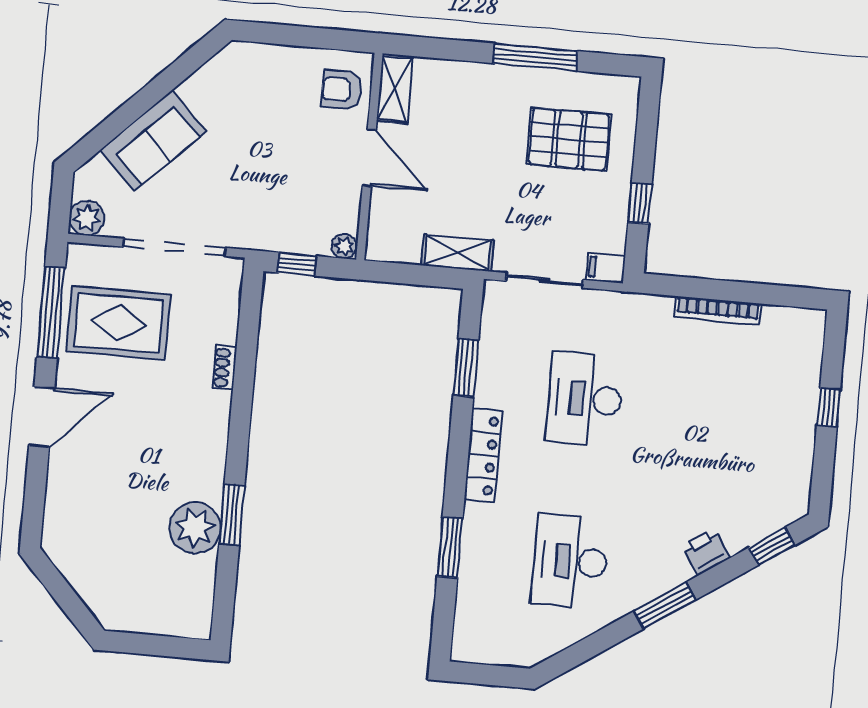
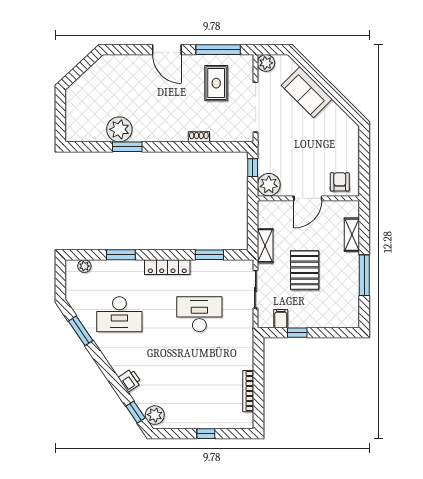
shelving: (395, 89) -> (352, 235), moved, turned 90
pallet: (569, 139) -> (305, 270), moved
plant: (344, 246) -> (269, 185), width x1.87, depth x1.87
filing cabinet: (606, 268) -> (281, 319), moved
bookcase: (718, 311) -> (248, 391), moved
rug: (119, 323) -> (216, 83), width x0.73, depth x0.70
plant: (781, 508) -> (155, 415), added
desk: (570, 561) -> (119, 314), turned 180
window: (665, 605) -> (81, 331), moved
plant: (466, 624) -> (84, 266), added

